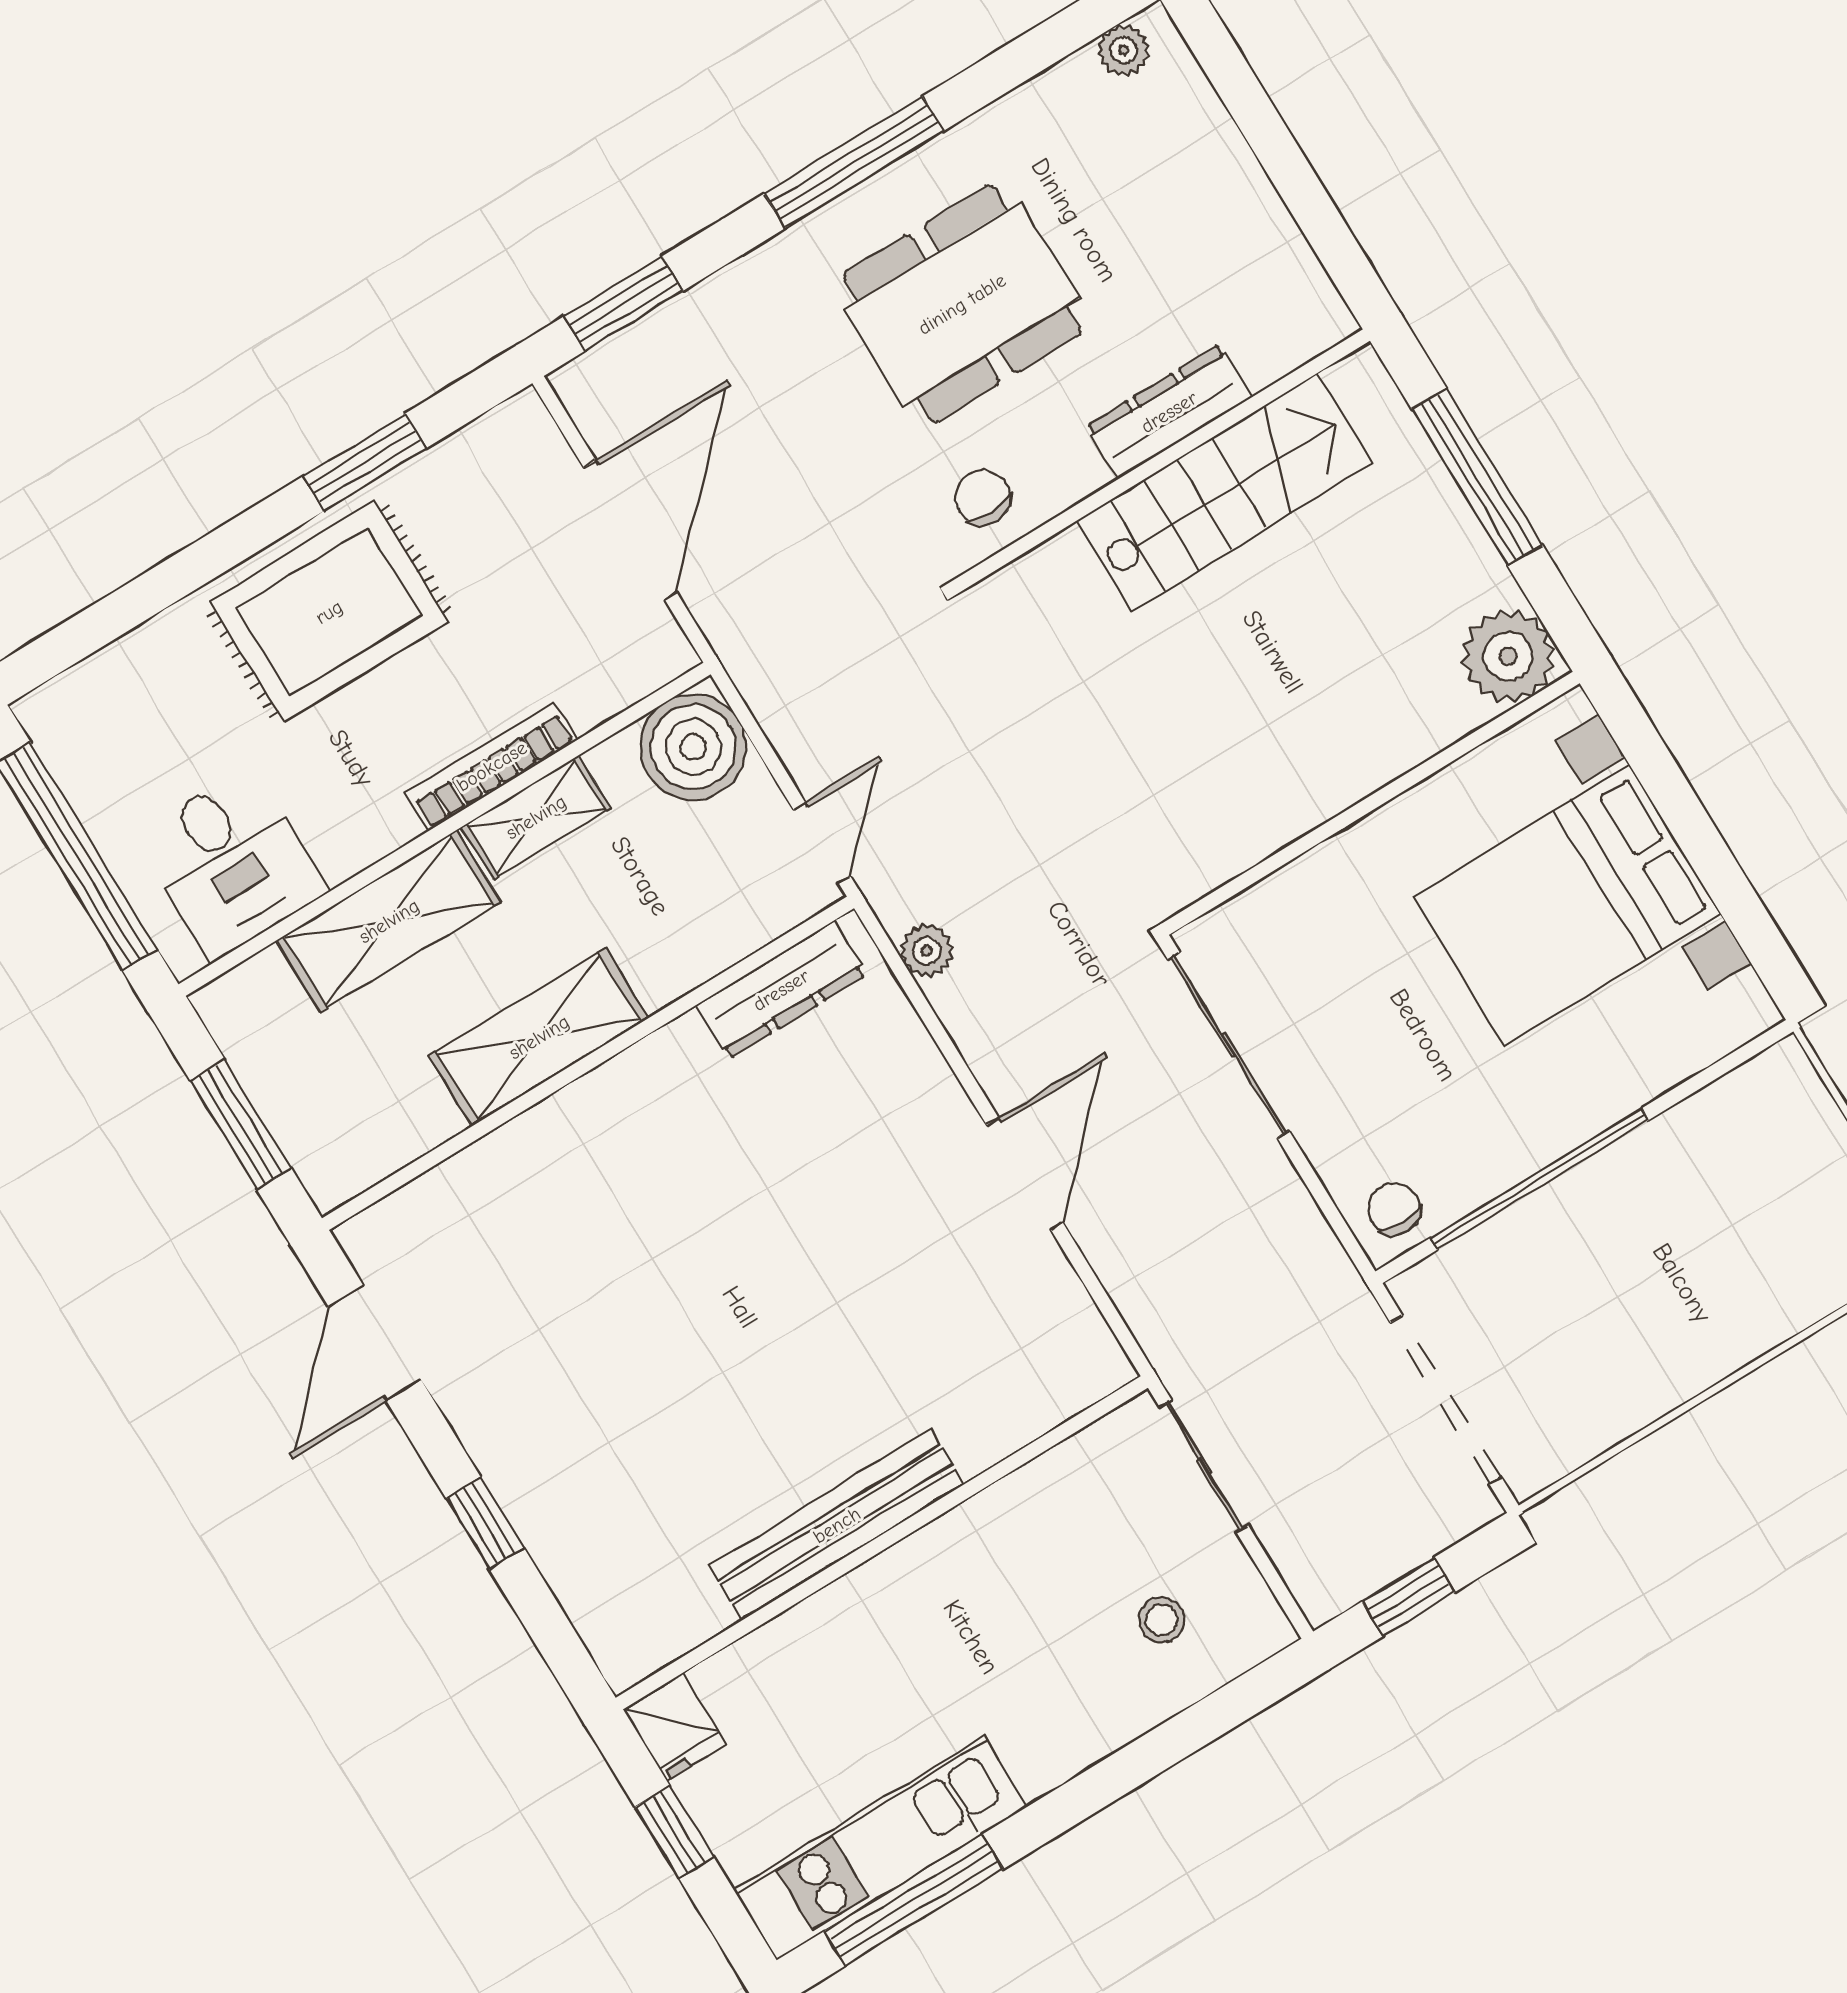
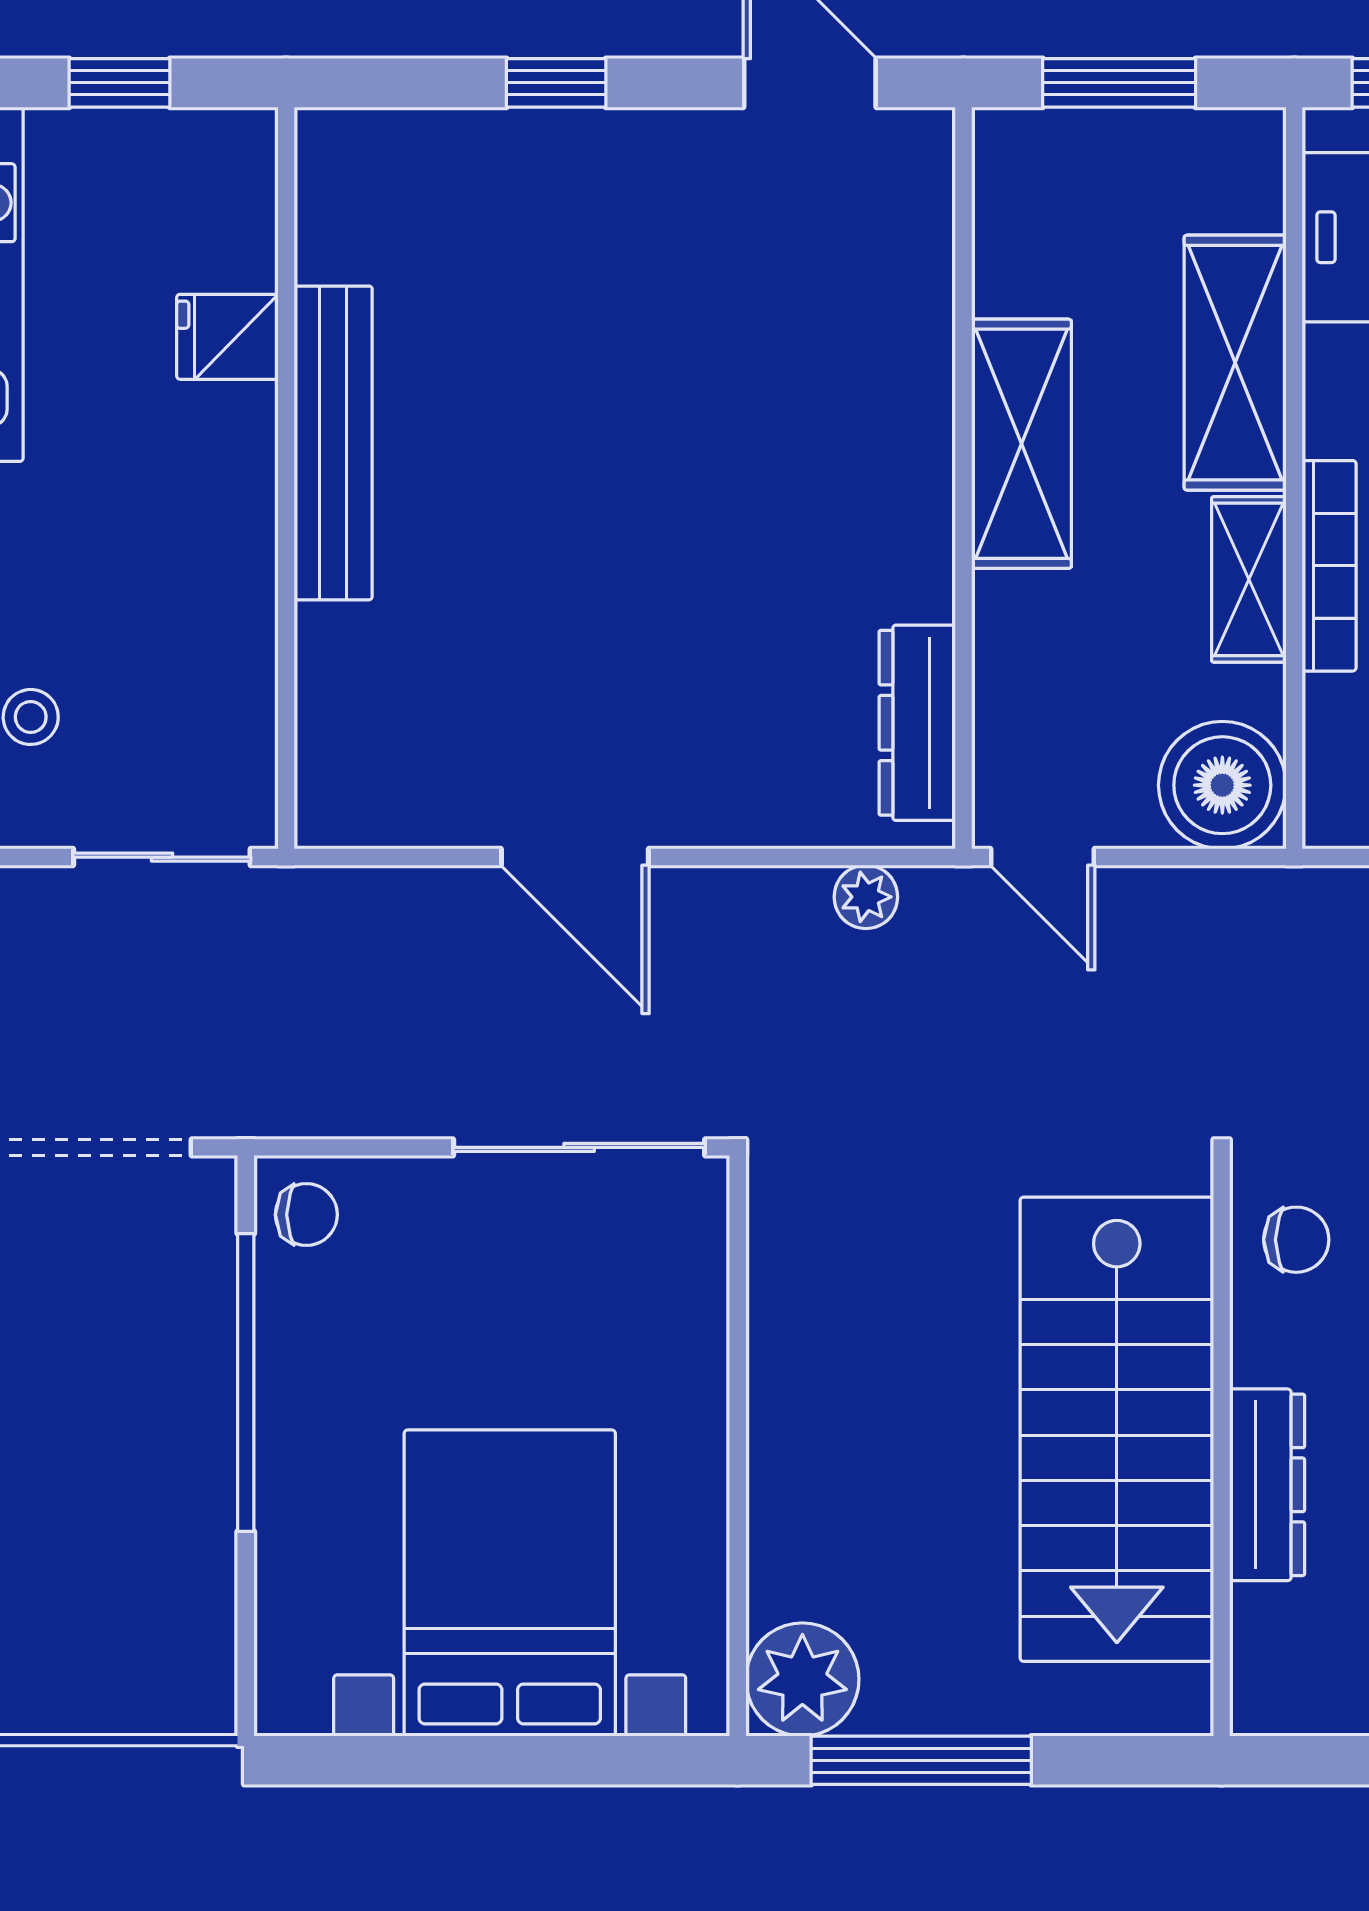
window: (1477, 477) -> (921, 1760), moved
stairs: (1225, 492) -> (1117, 1429), width x1.36, depth x1.51
fridge: (675, 1727) -> (227, 337), moved

